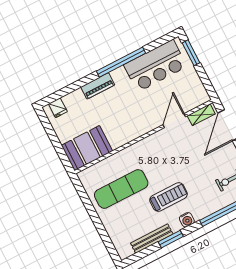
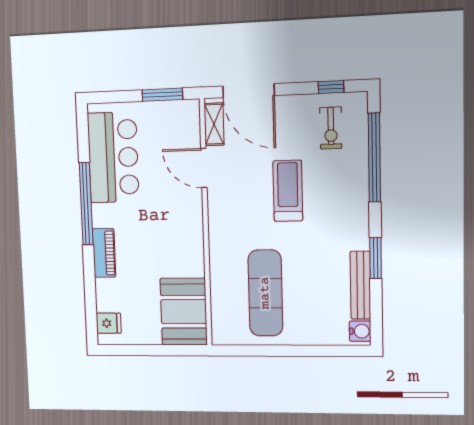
window: (191, 53) -> (162, 95), moved
treadmill: (168, 197) -> (288, 191), moved
water cooler: (187, 220) -> (360, 331), moved

